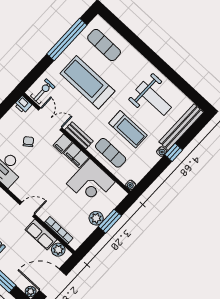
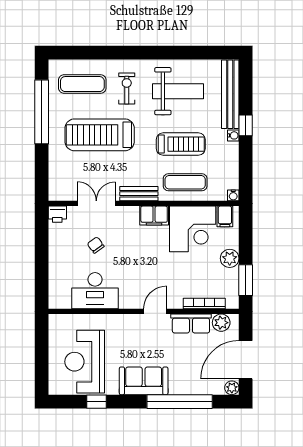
exercise bike: (43, 91) -> (127, 89), moved
filing cabinet: (63, 144) -> (225, 216), moved
window: (110, 221) -> (246, 280), moved

